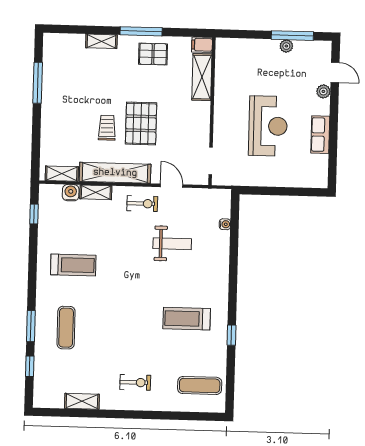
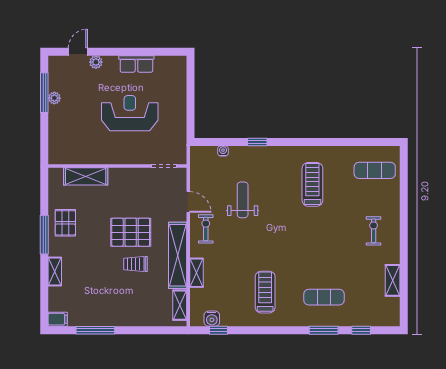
filing cabinet: (202, 45) -> (58, 319), moved, turned -90
door: (172, 186) -> (188, 202), swing flipped
water cooler: (71, 193) -> (212, 319), moved, turned -90
treadmill: (187, 319) -> (312, 184), turned 180
window: (231, 335) -> (257, 142), moved
exercise mat: (200, 385) -> (375, 170), turned 90

